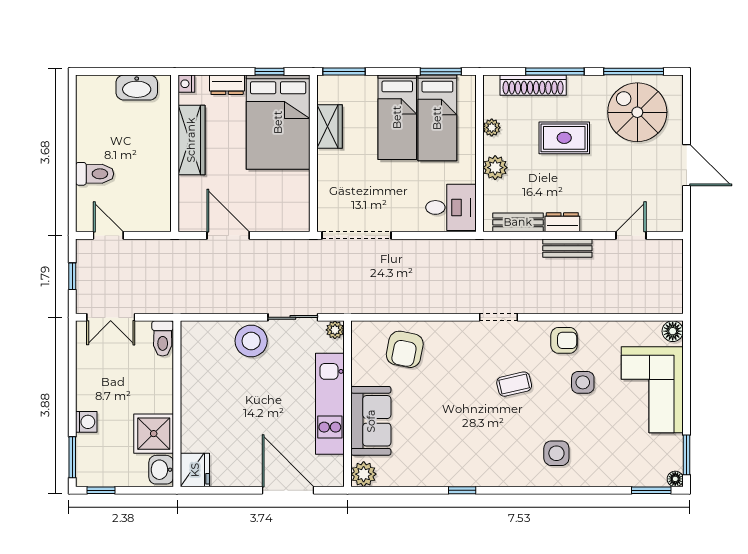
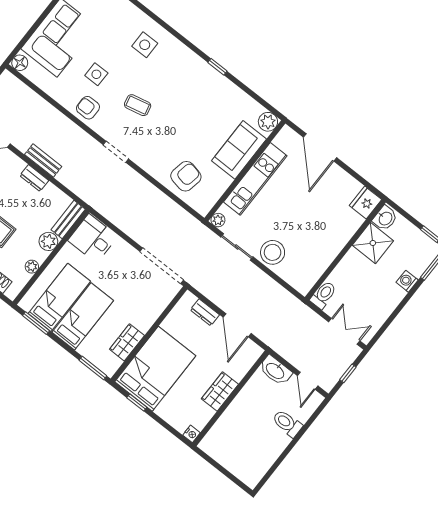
dresser: (227, 85) -> (205, 312), moved, turned 180
washbasin: (137, 88) -> (275, 371), moved, turned 180
wardrobe: (191, 140) -> (220, 392), width x0.67
bench: (518, 222) -> (68, 220), moved, turned 90

